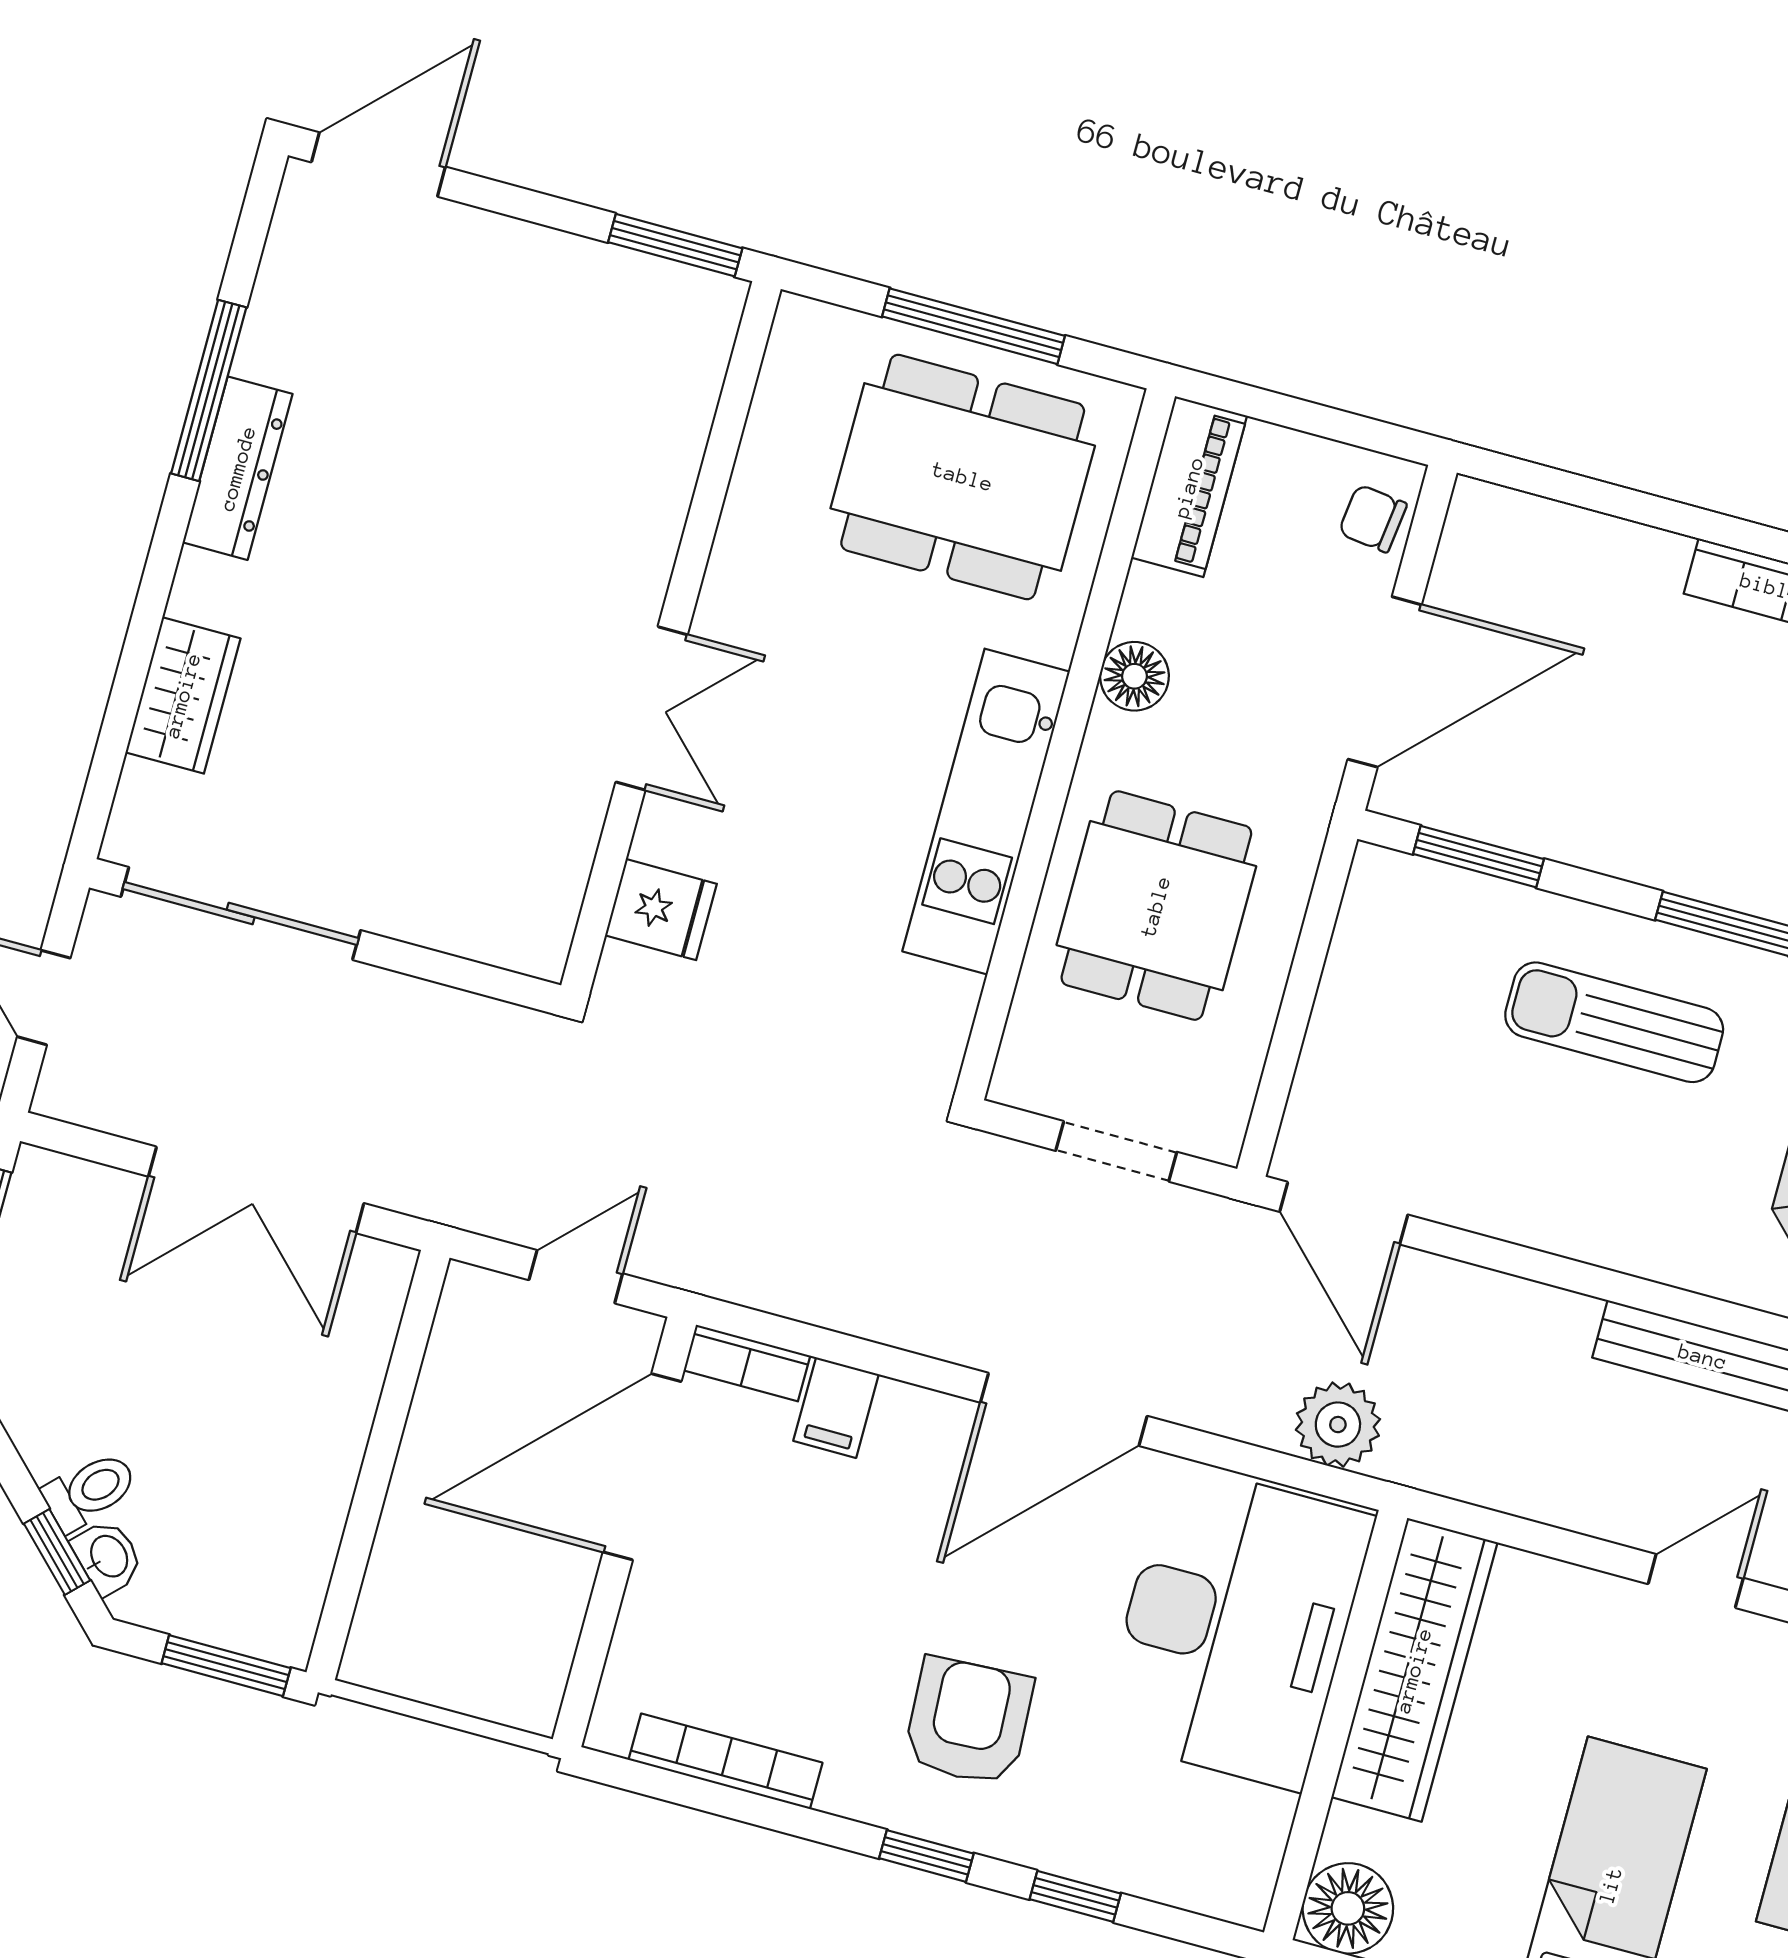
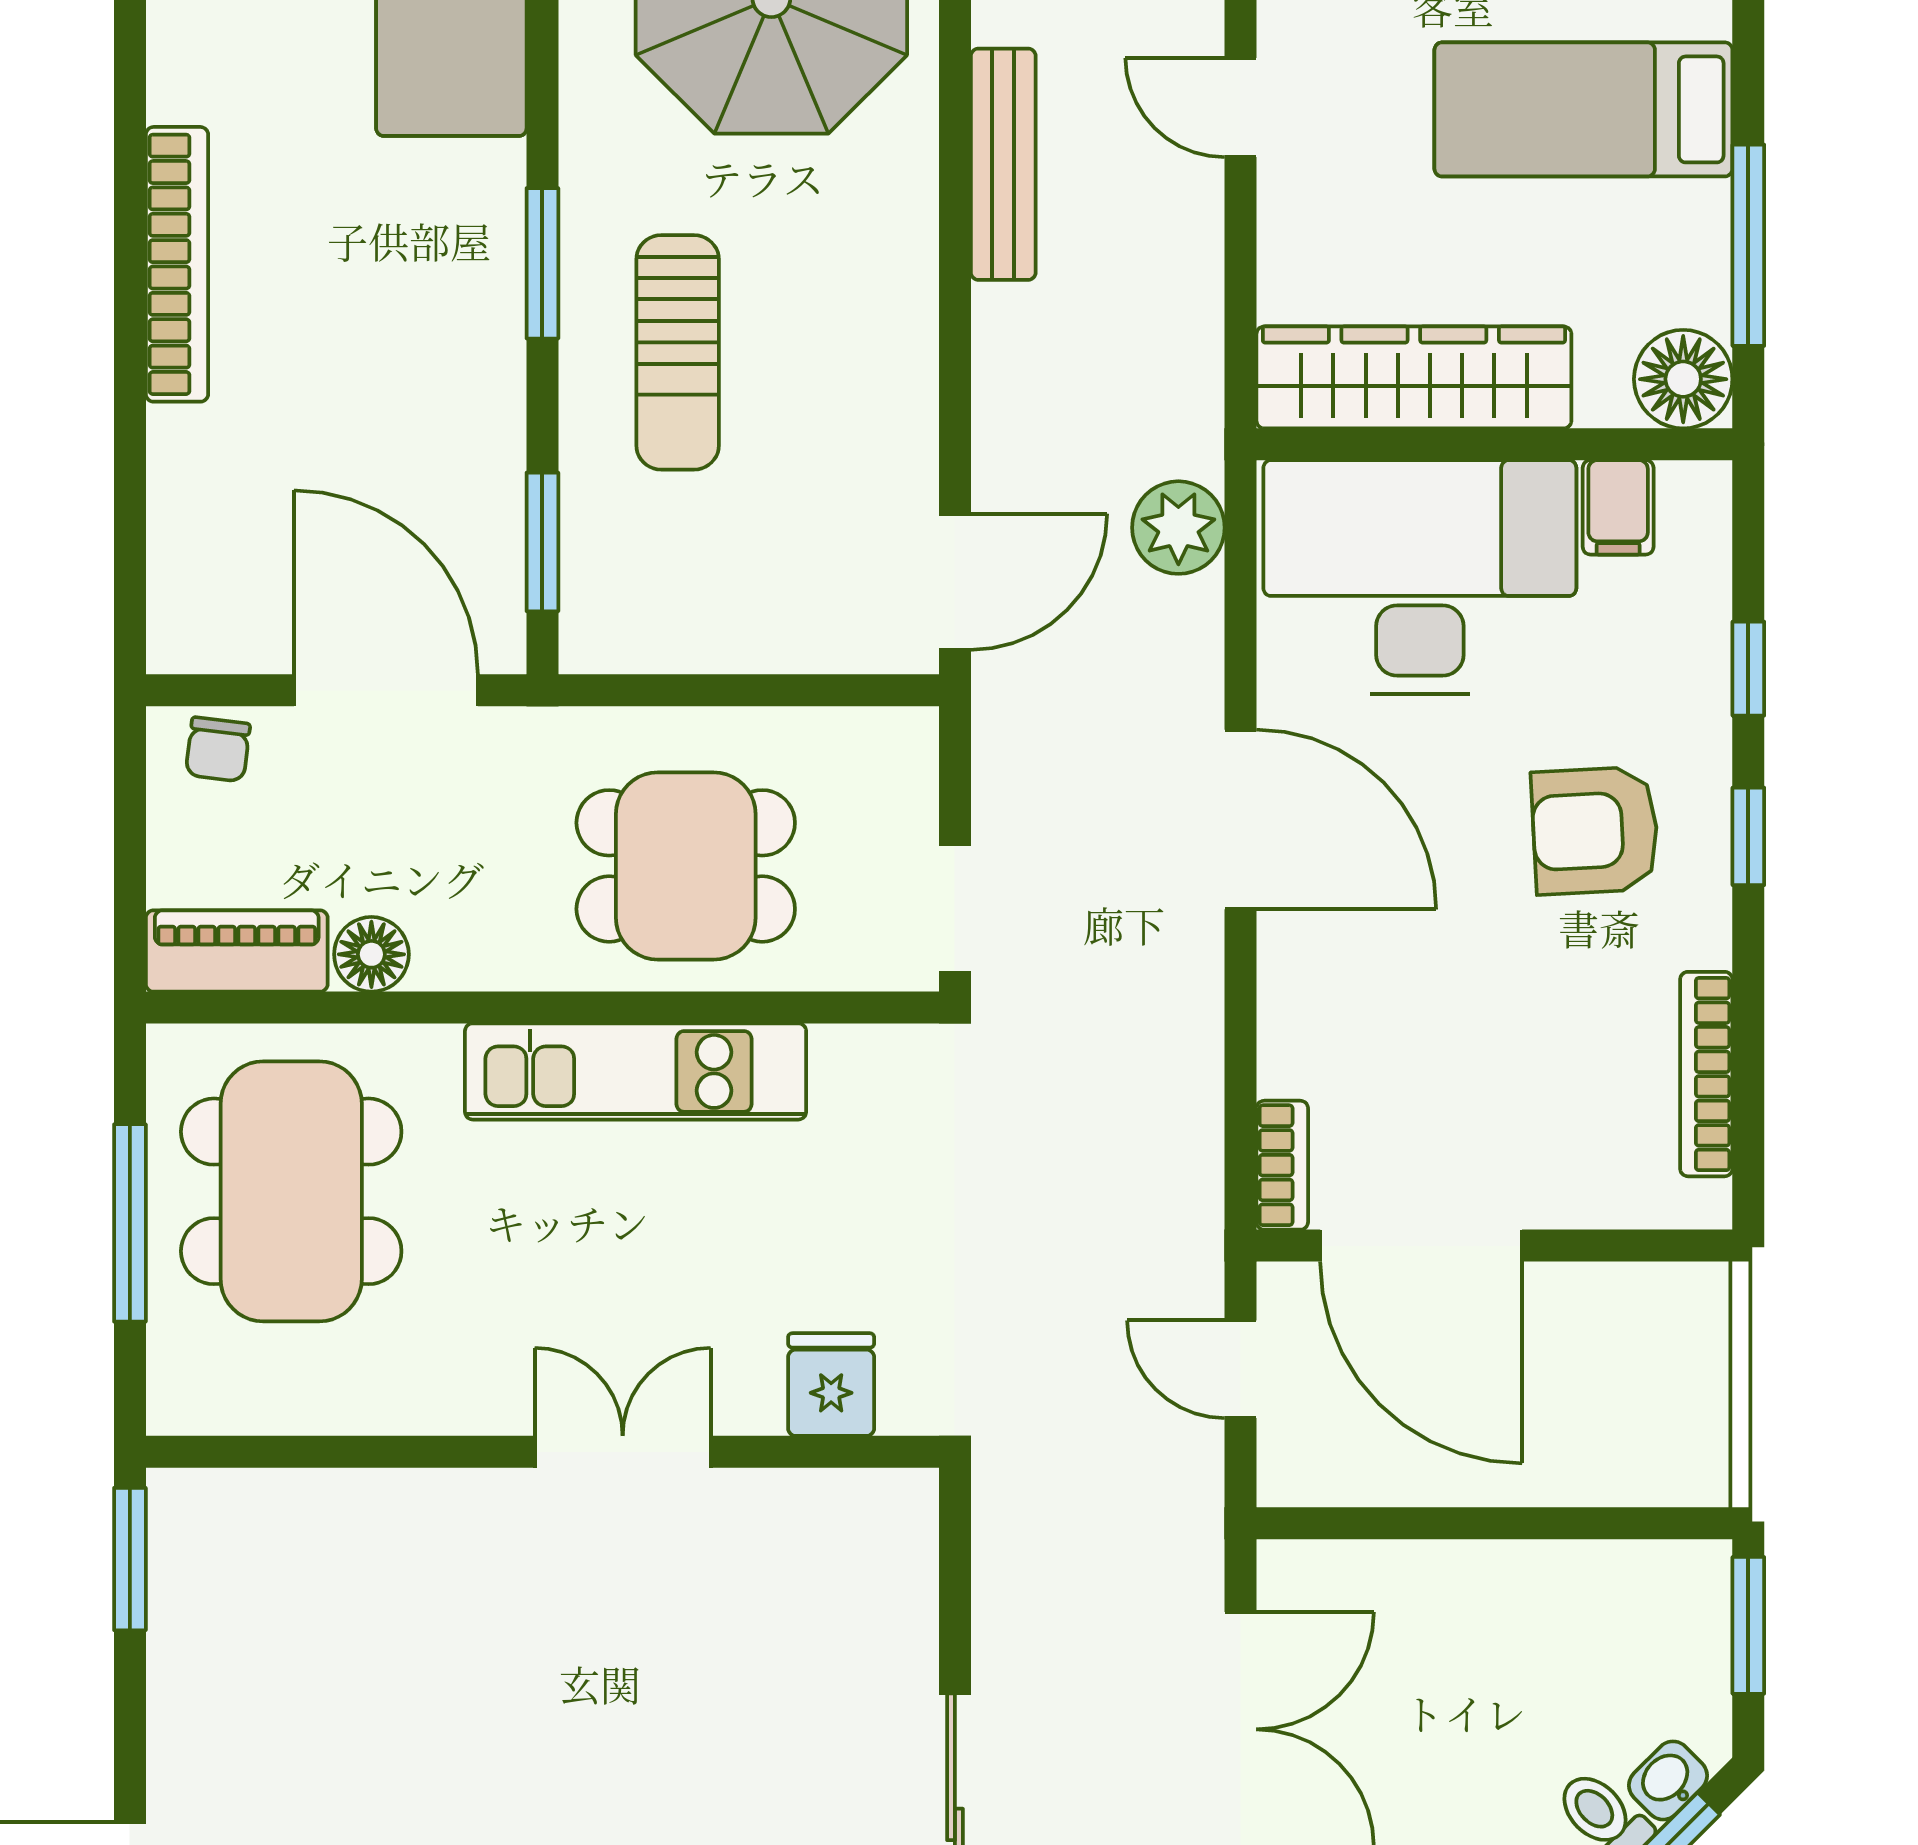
floor lamp: (1134, 676) -> (371, 954), moved
doorway: (1116, 1151) -> (955, 909), moved
filing cabinet: (836, 1408) -> (1618, 507), moved, turned 90

